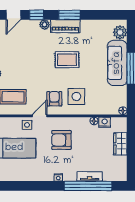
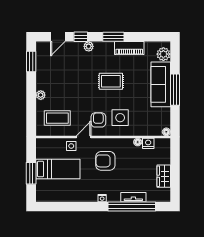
piano: (65, 26) -> (129, 48), moved
wardrobe: (120, 144) -> (164, 176), moved

